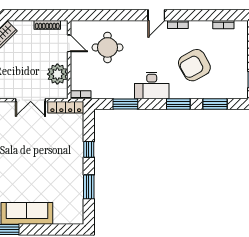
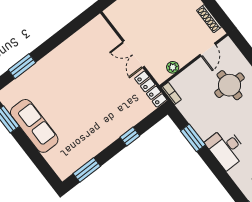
plant: (57, 74) -> (173, 67), width x0.53, depth x0.53
window: (178, 104) -> (228, 183), removed
window: (89, 187) -> (87, 170), moved

